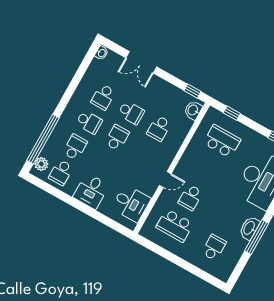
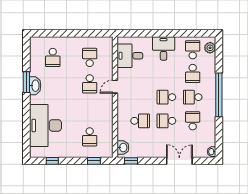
school desk: (159, 128) -> (140, 121), turned 90
school desk: (117, 138) -> (166, 97), turned 90
window: (43, 139) -> (219, 95), moved
school desk: (222, 141) -> (90, 137), width x0.54
school desk: (190, 197) -> (90, 84), turned 180
school desk: (175, 226) -> (90, 57), width x0.54
window: (257, 237) -> (26, 82), width x0.69

